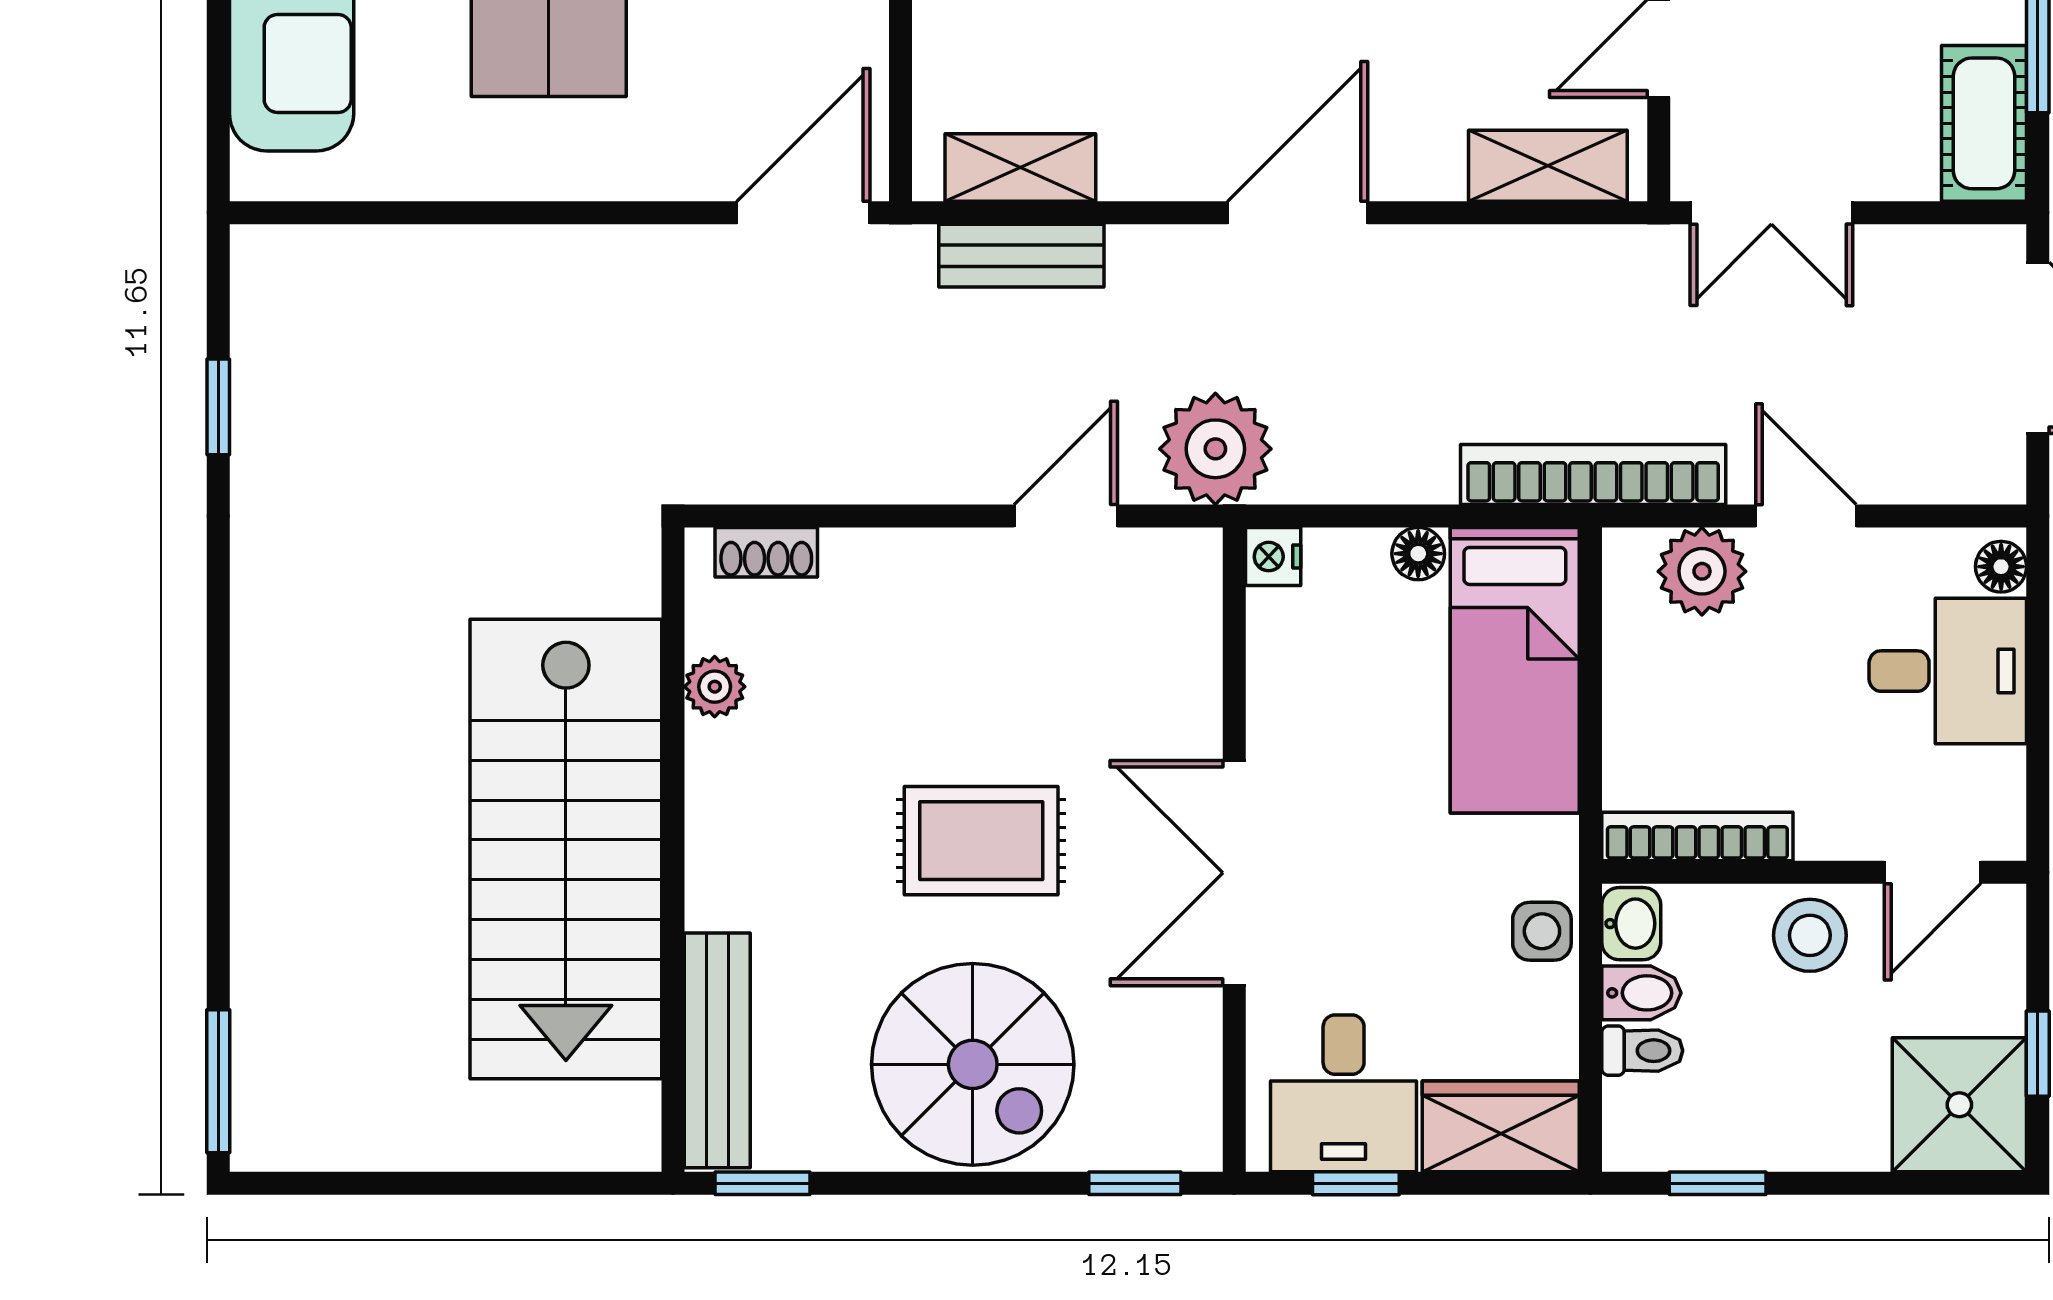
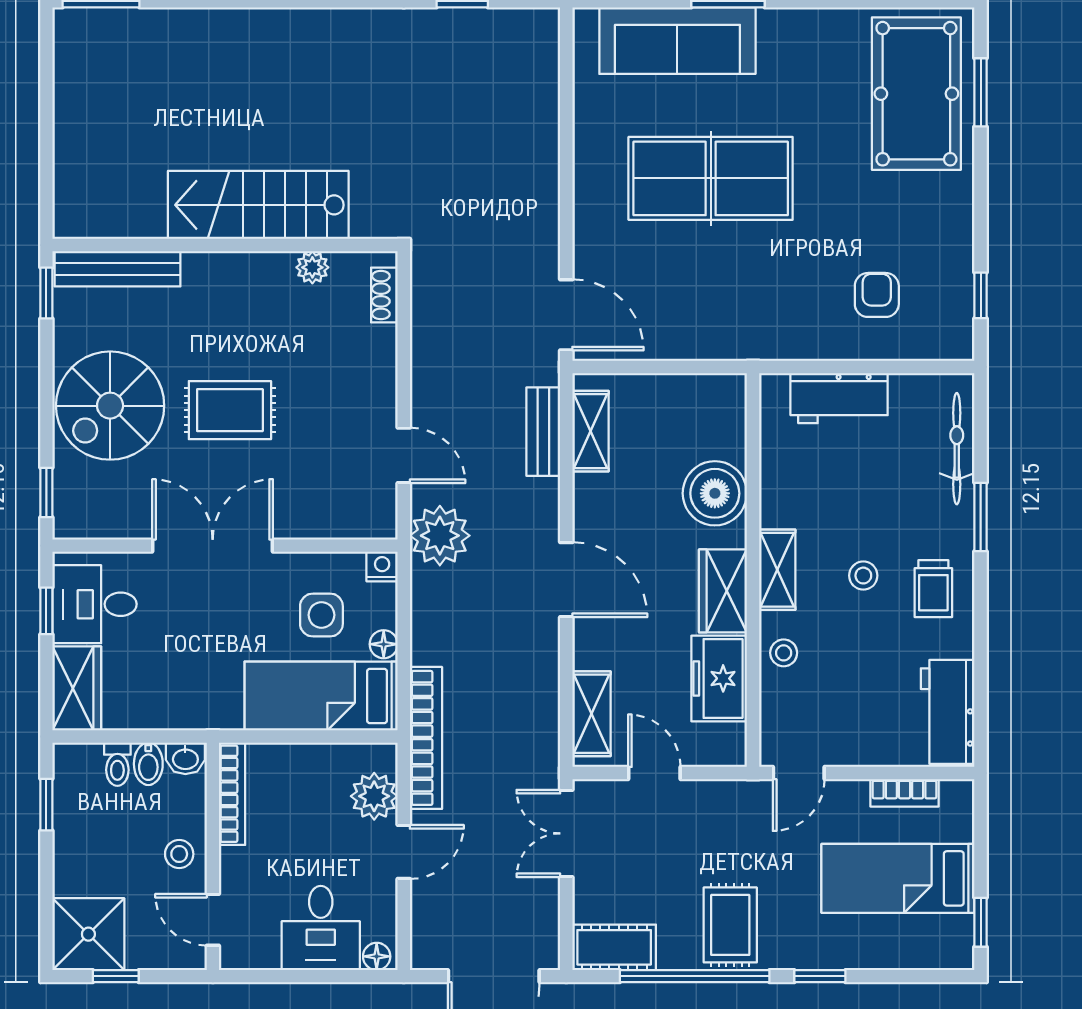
rug: (981, 841) -> (230, 410), turned 90
stairs: (566, 849) -> (258, 205), width x0.73, depth x0.66
side table: (1542, 931) -> (321, 615), moved, width x1.37, depth x1.37
stool: (1810, 935) -> (179, 854), width x0.73, depth x0.73

